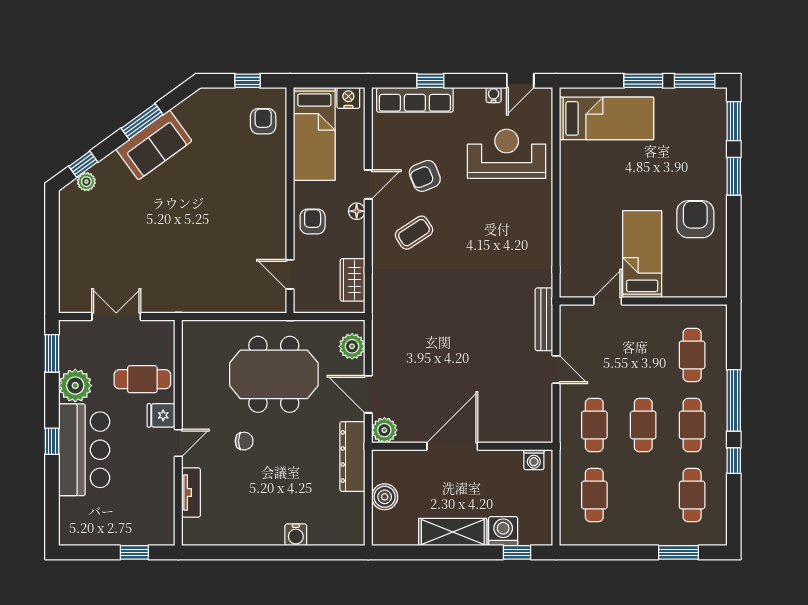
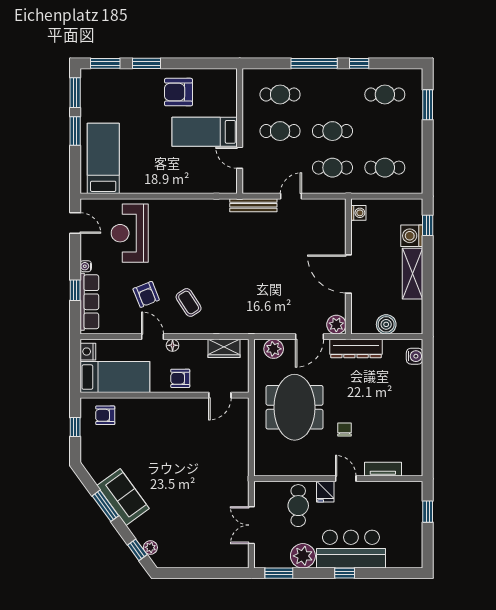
water cooler: (494, 95) -> (86, 266), moved
cafe table: (692, 425) -> (280, 131), moved
water cooler: (296, 535) -> (415, 356), moved

